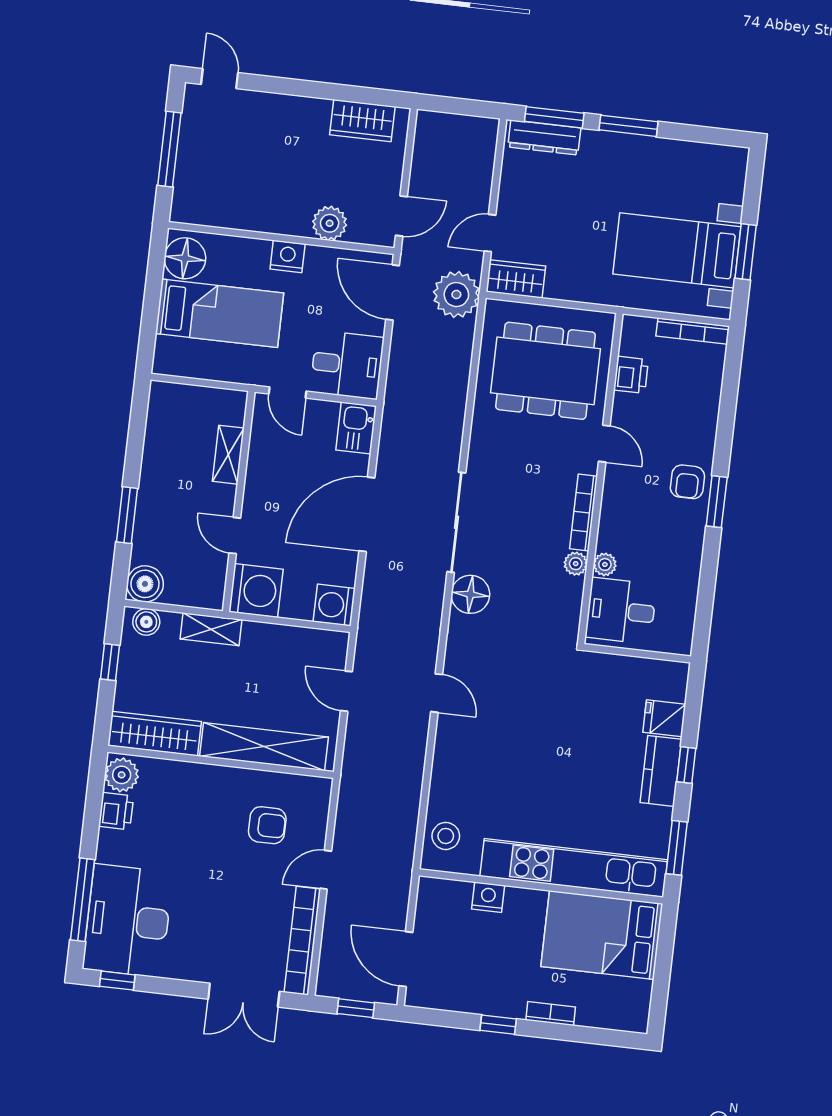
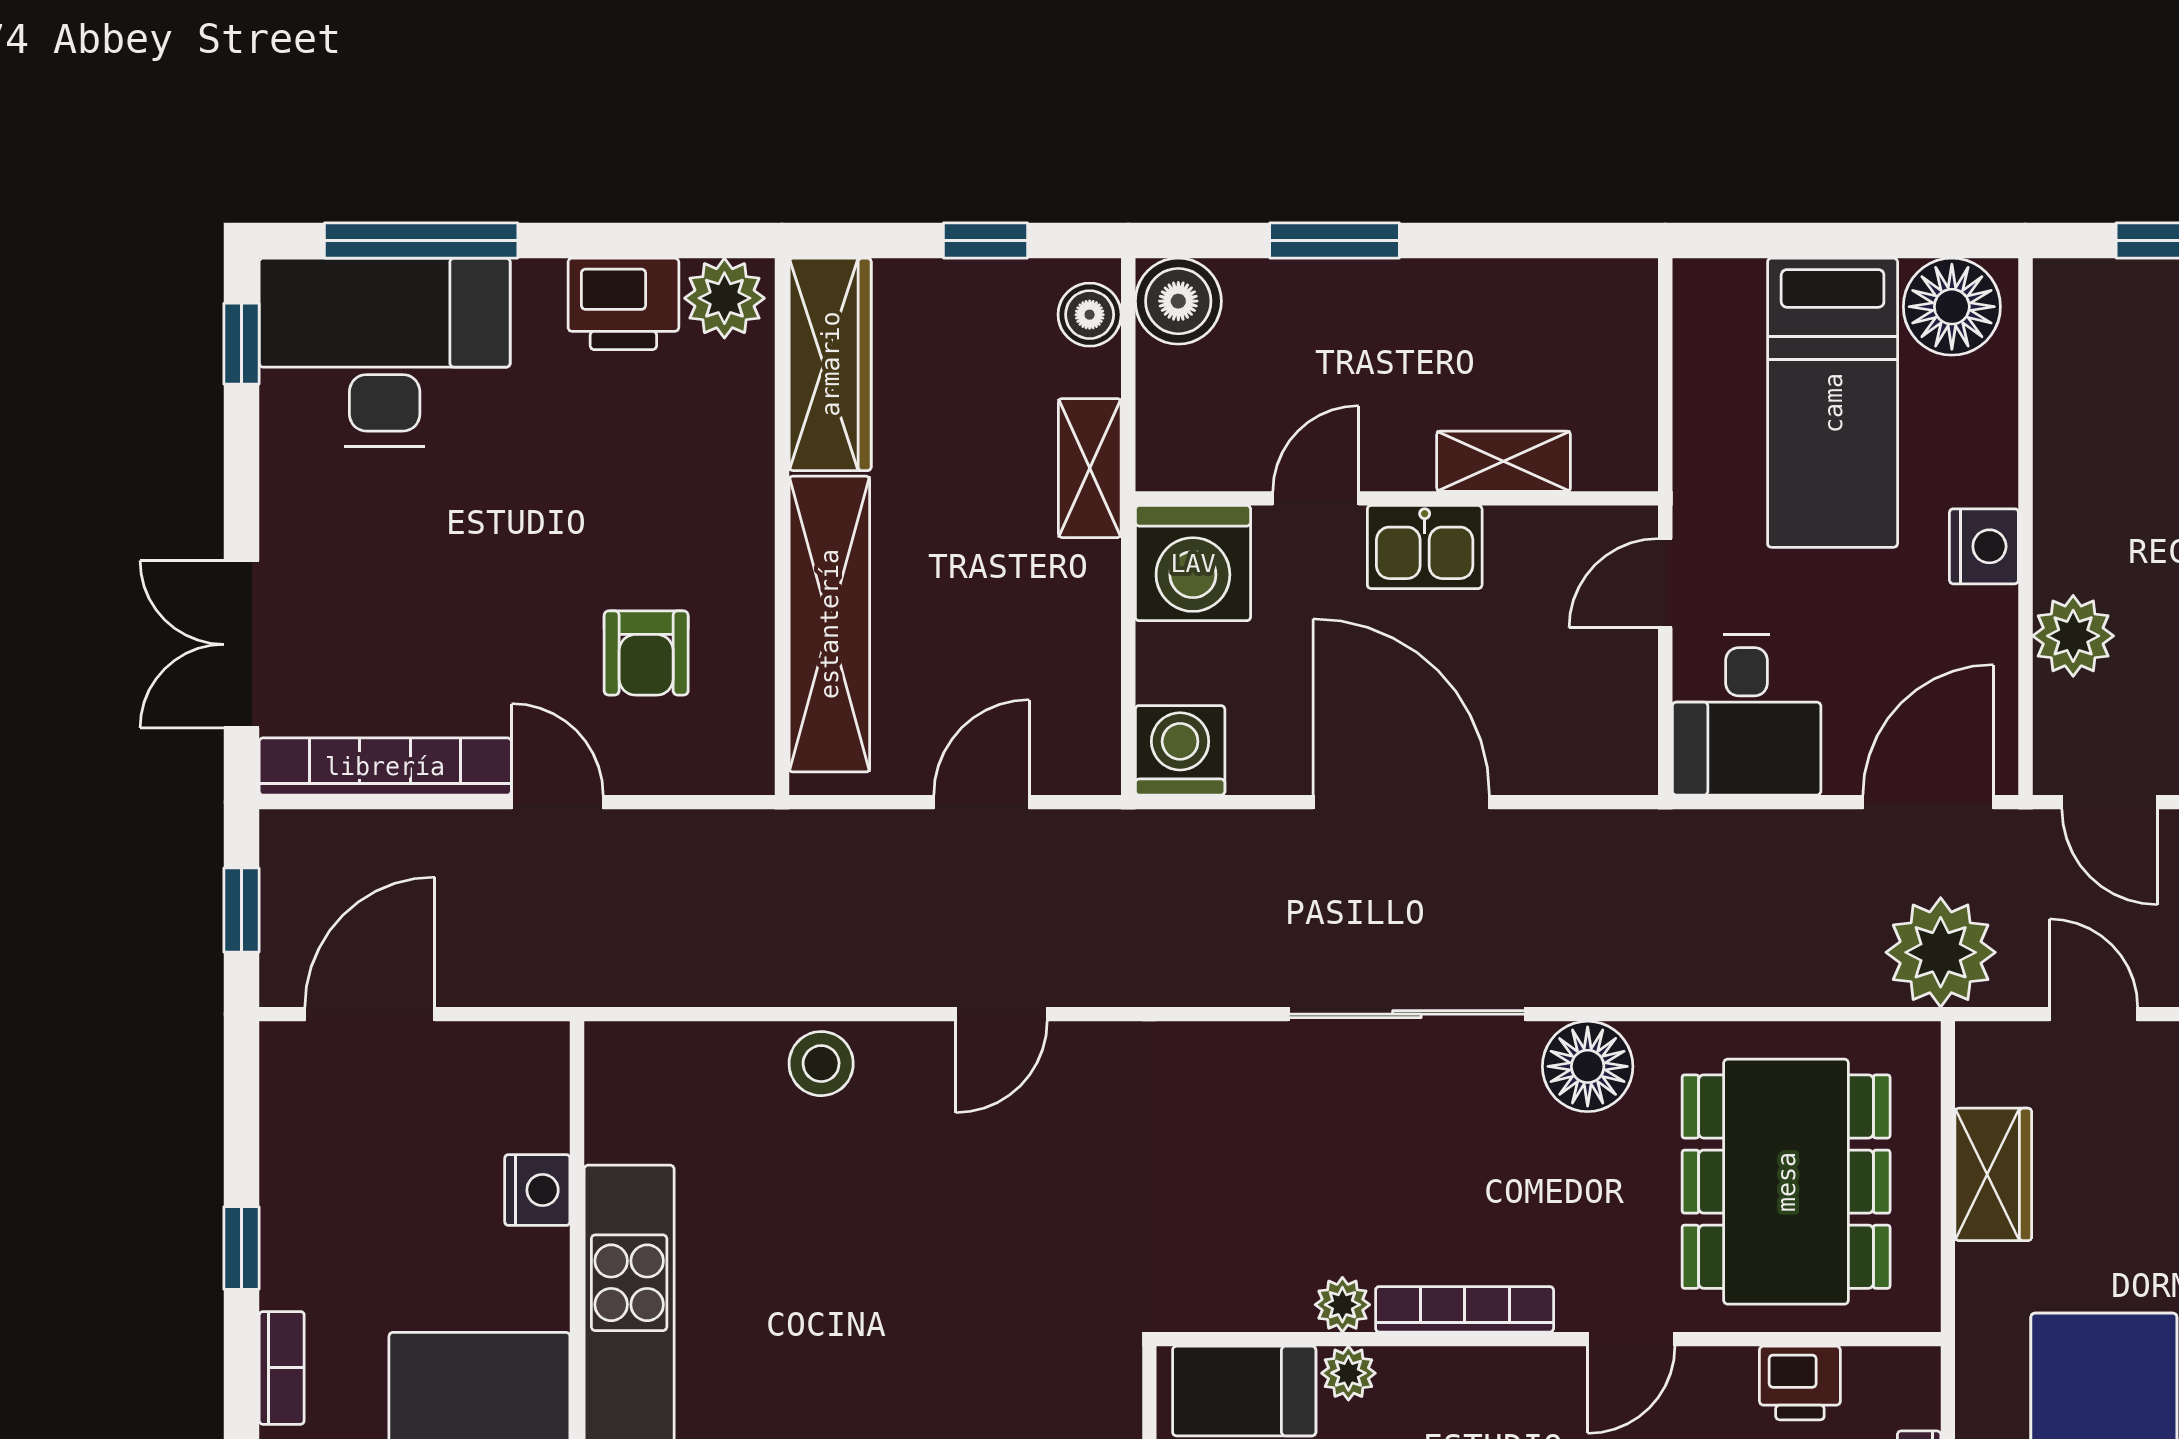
wardrobe: (516, 279) -> (1993, 1174), moved
kitchen sink: (356, 428) -> (1425, 547), moved, turned 180
floor lamp: (470, 594) -> (1588, 1066), moved
printer: (116, 811) -> (623, 304), width x1.36, depth x1.24
stool: (446, 836) -> (821, 1064), moved

